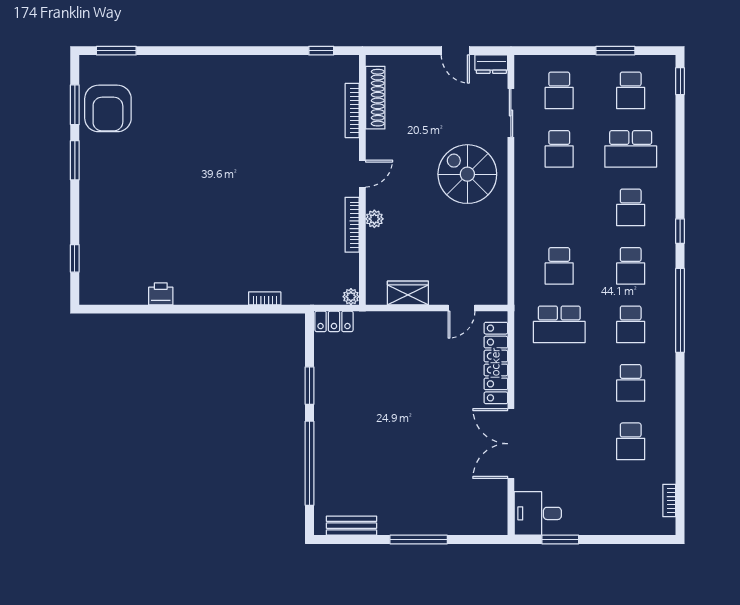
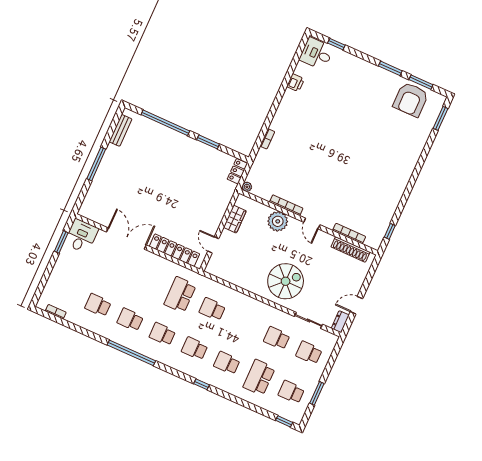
armchair: (108, 108) -> (411, 99), turned -90
plant: (374, 219) -> (278, 221), width x1.87, depth x1.87
desk: (103, 282) -> (317, 54), added
window: (680, 310) -> (131, 353), moved

